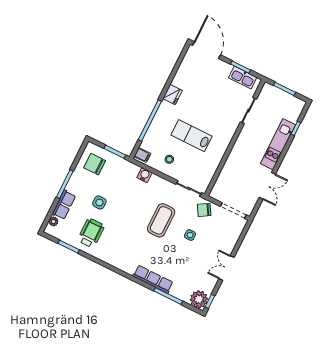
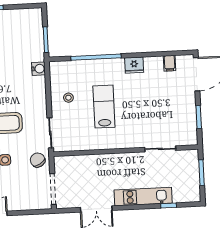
kitchen sink: (243, 78) -> (190, 125), removed
filing cabinet: (142, 155) -> (170, 63), moved
chair: (95, 164) -> (22, 27), removed
water cooler: (145, 175) -> (39, 69), moved

